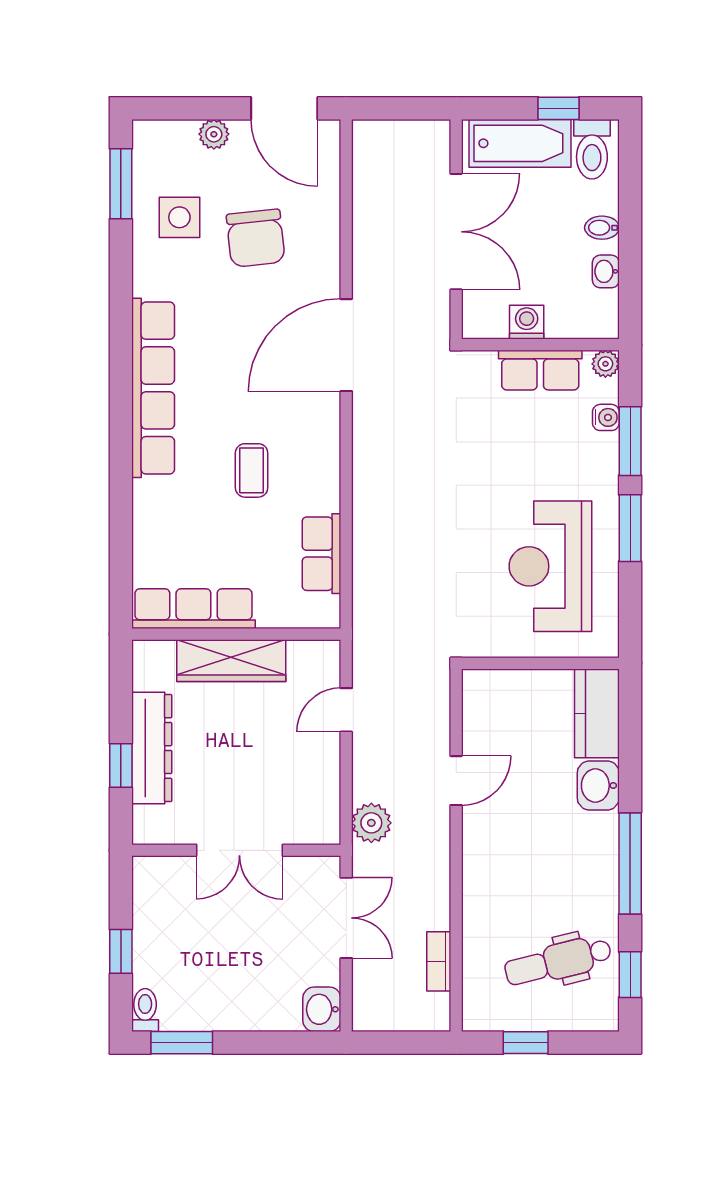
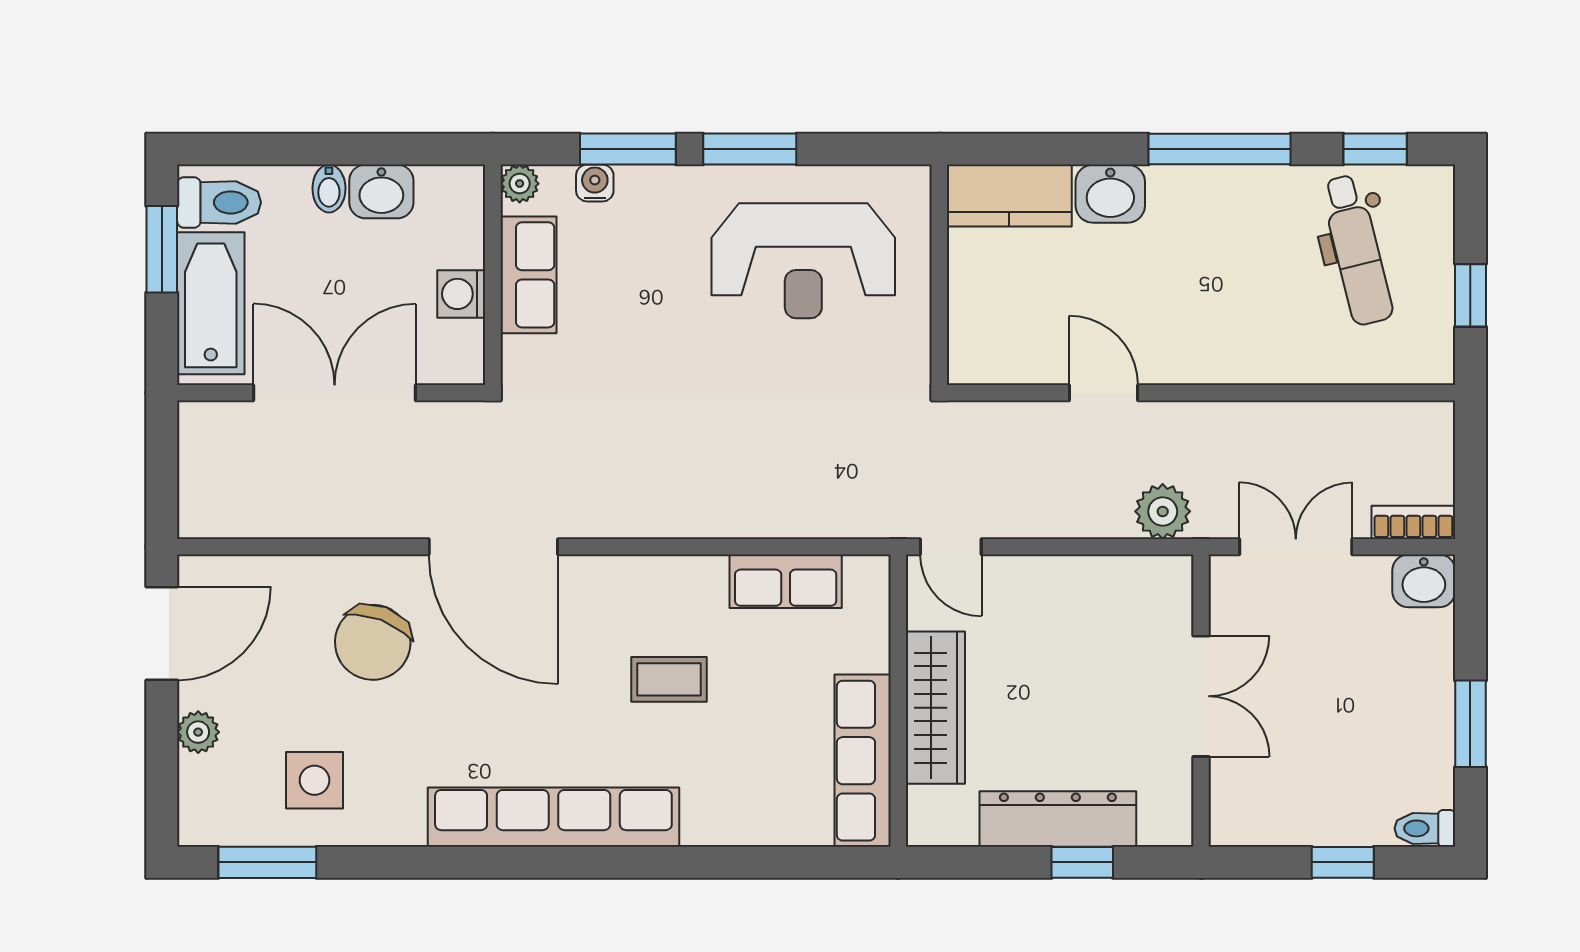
window: (559, 108) -> (162, 249), width x1.50
chair: (256, 238) -> (373, 642), moved, turned 117
washbasin: (606, 271) -> (381, 191), width x1.38, depth x1.45
door: (346, 710) -> (951, 547), moved
bookcase: (439, 961) -> (1413, 522), moved, turned 180
window: (182, 1043) -> (1470, 724), moved

